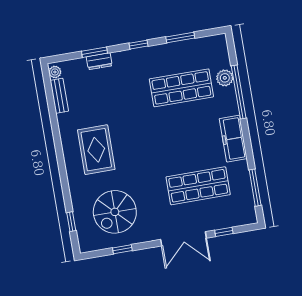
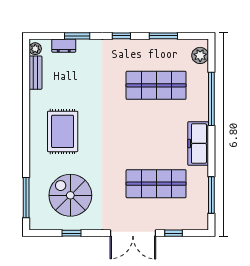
dresser: (99, 61) -> (64, 46), moved
plant: (225, 78) -> (200, 55), moved
spiral stairs: (115, 212) -> (70, 195), turned 90
window: (71, 222) -> (26, 198), width x2.17

